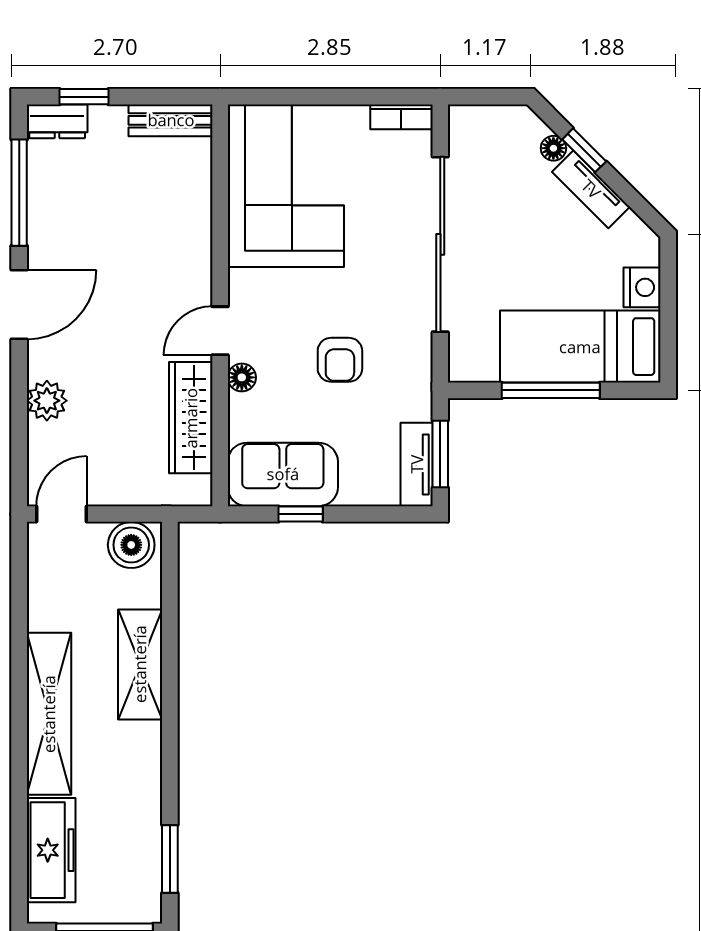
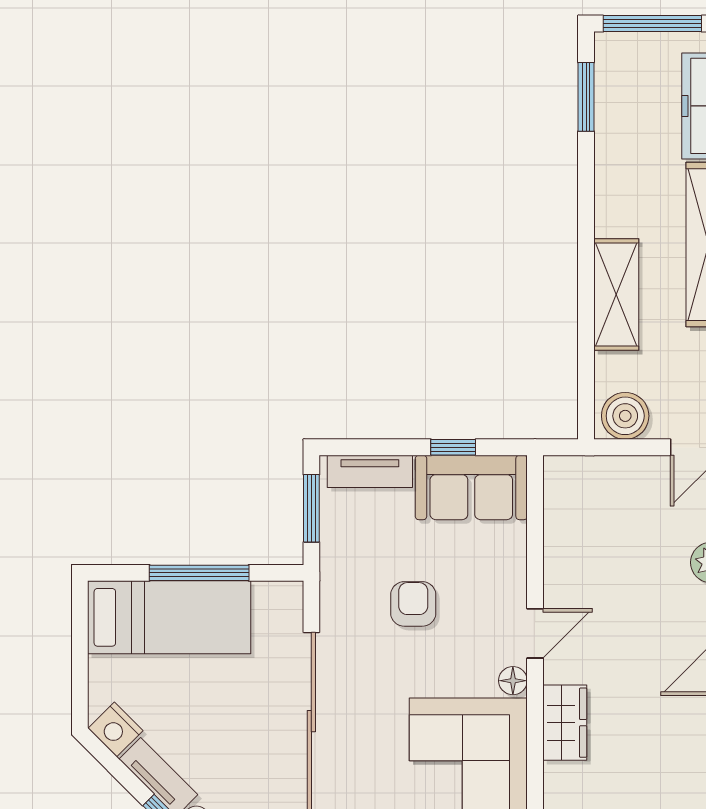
nightstand: (642, 287) -> (115, 729), moved, turned -45
floor lamp: (242, 377) -> (513, 681), moved
wardrobe: (191, 418) -> (565, 723), moved, width x0.67
tv unit: (417, 464) -> (370, 471), moved, turned 90

